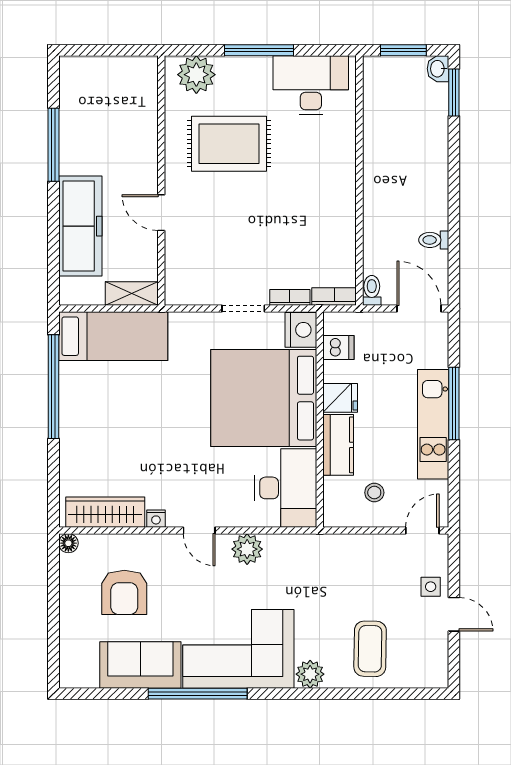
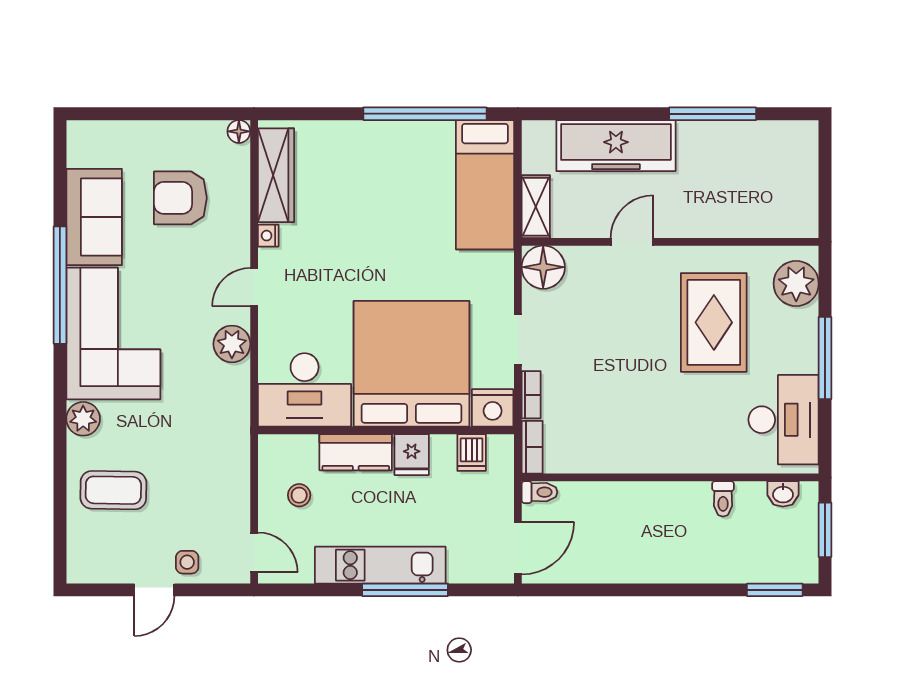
washbasin: (438, 69) -> (783, 494), moved, turned 180
toilet: (434, 240) -> (723, 499), moved, turned 180
floor lamp: (183, 287) -> (543, 267), added

